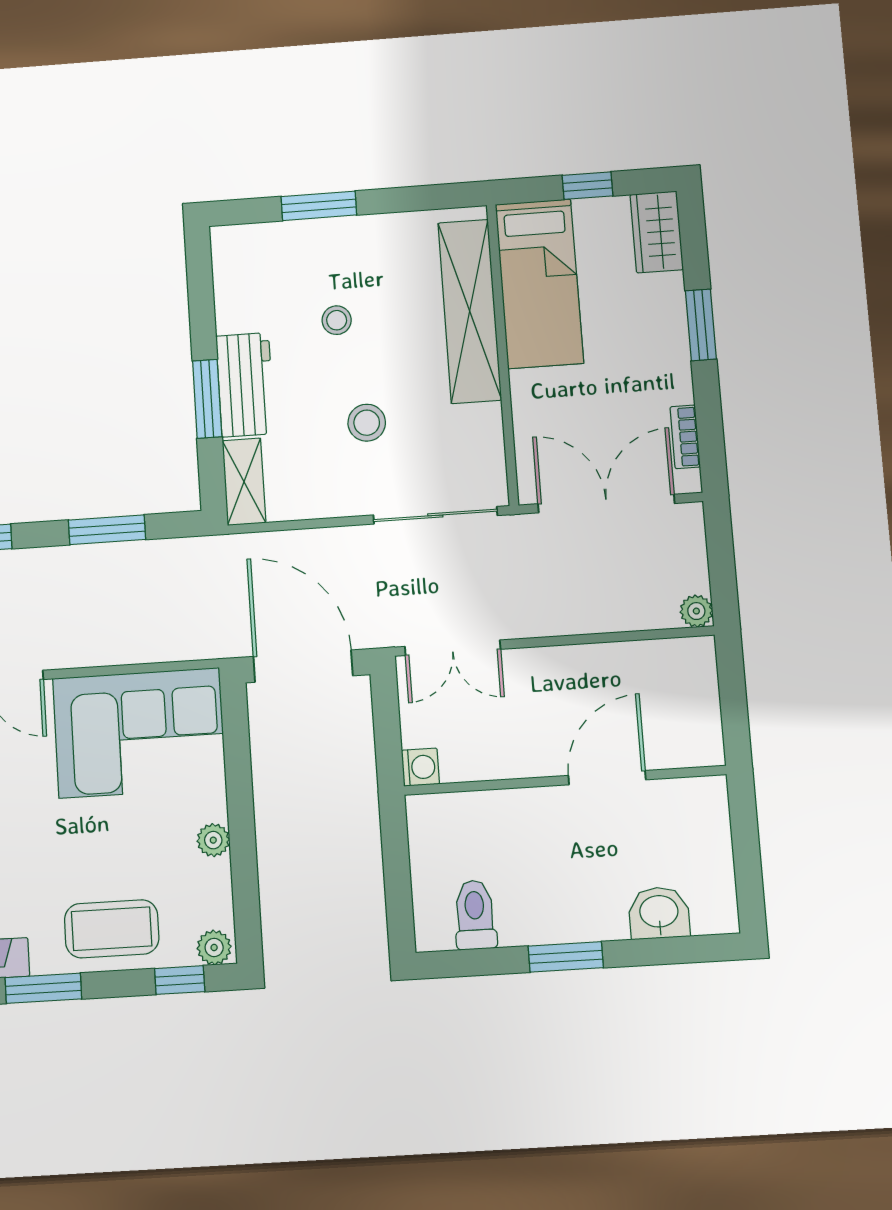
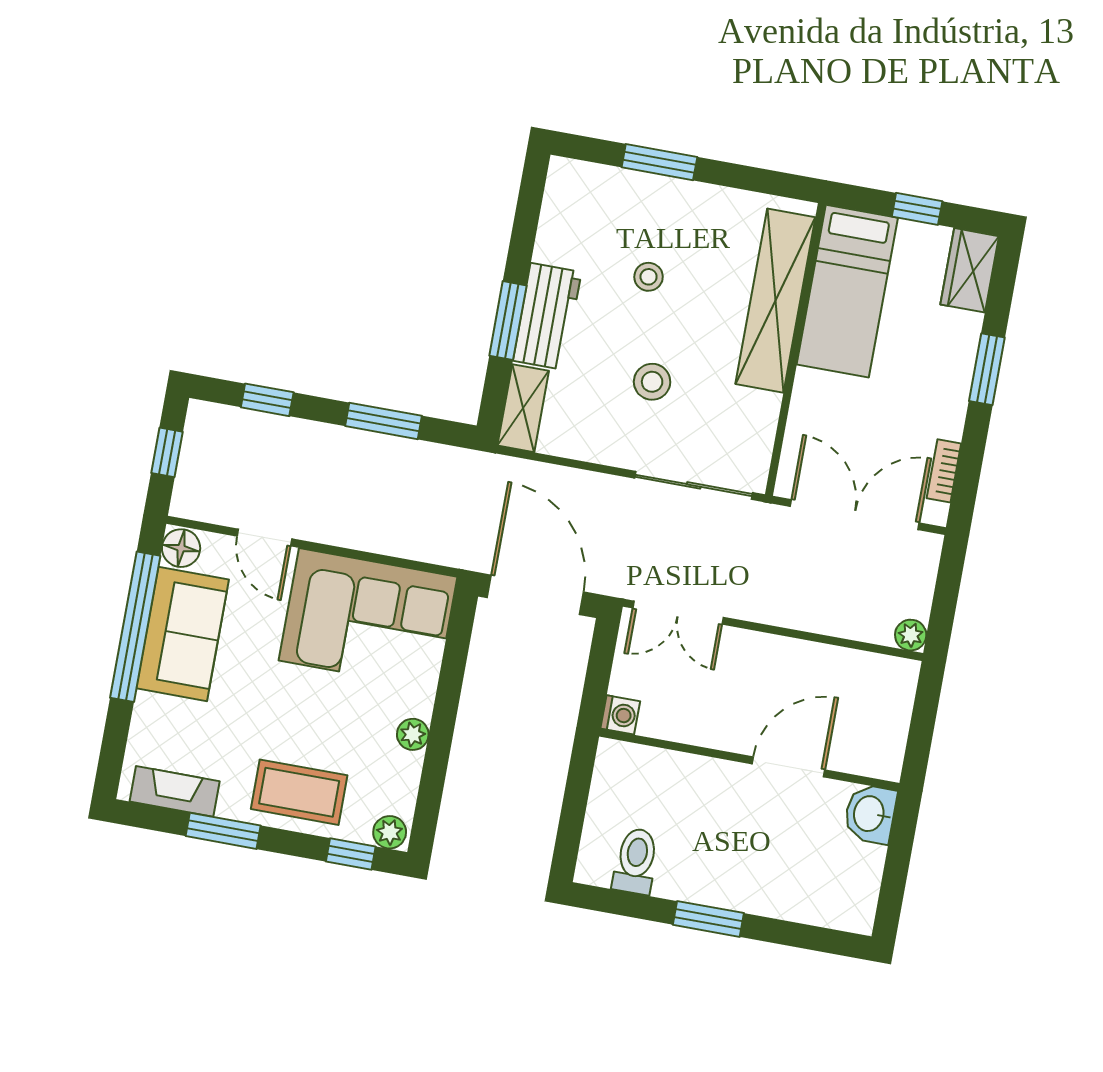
washbasin: (659, 913) -> (870, 814), moved, turned -90

